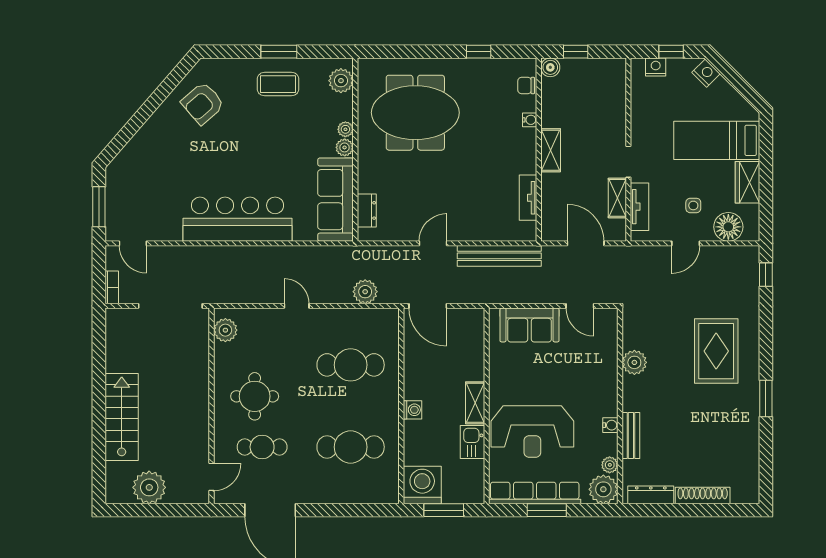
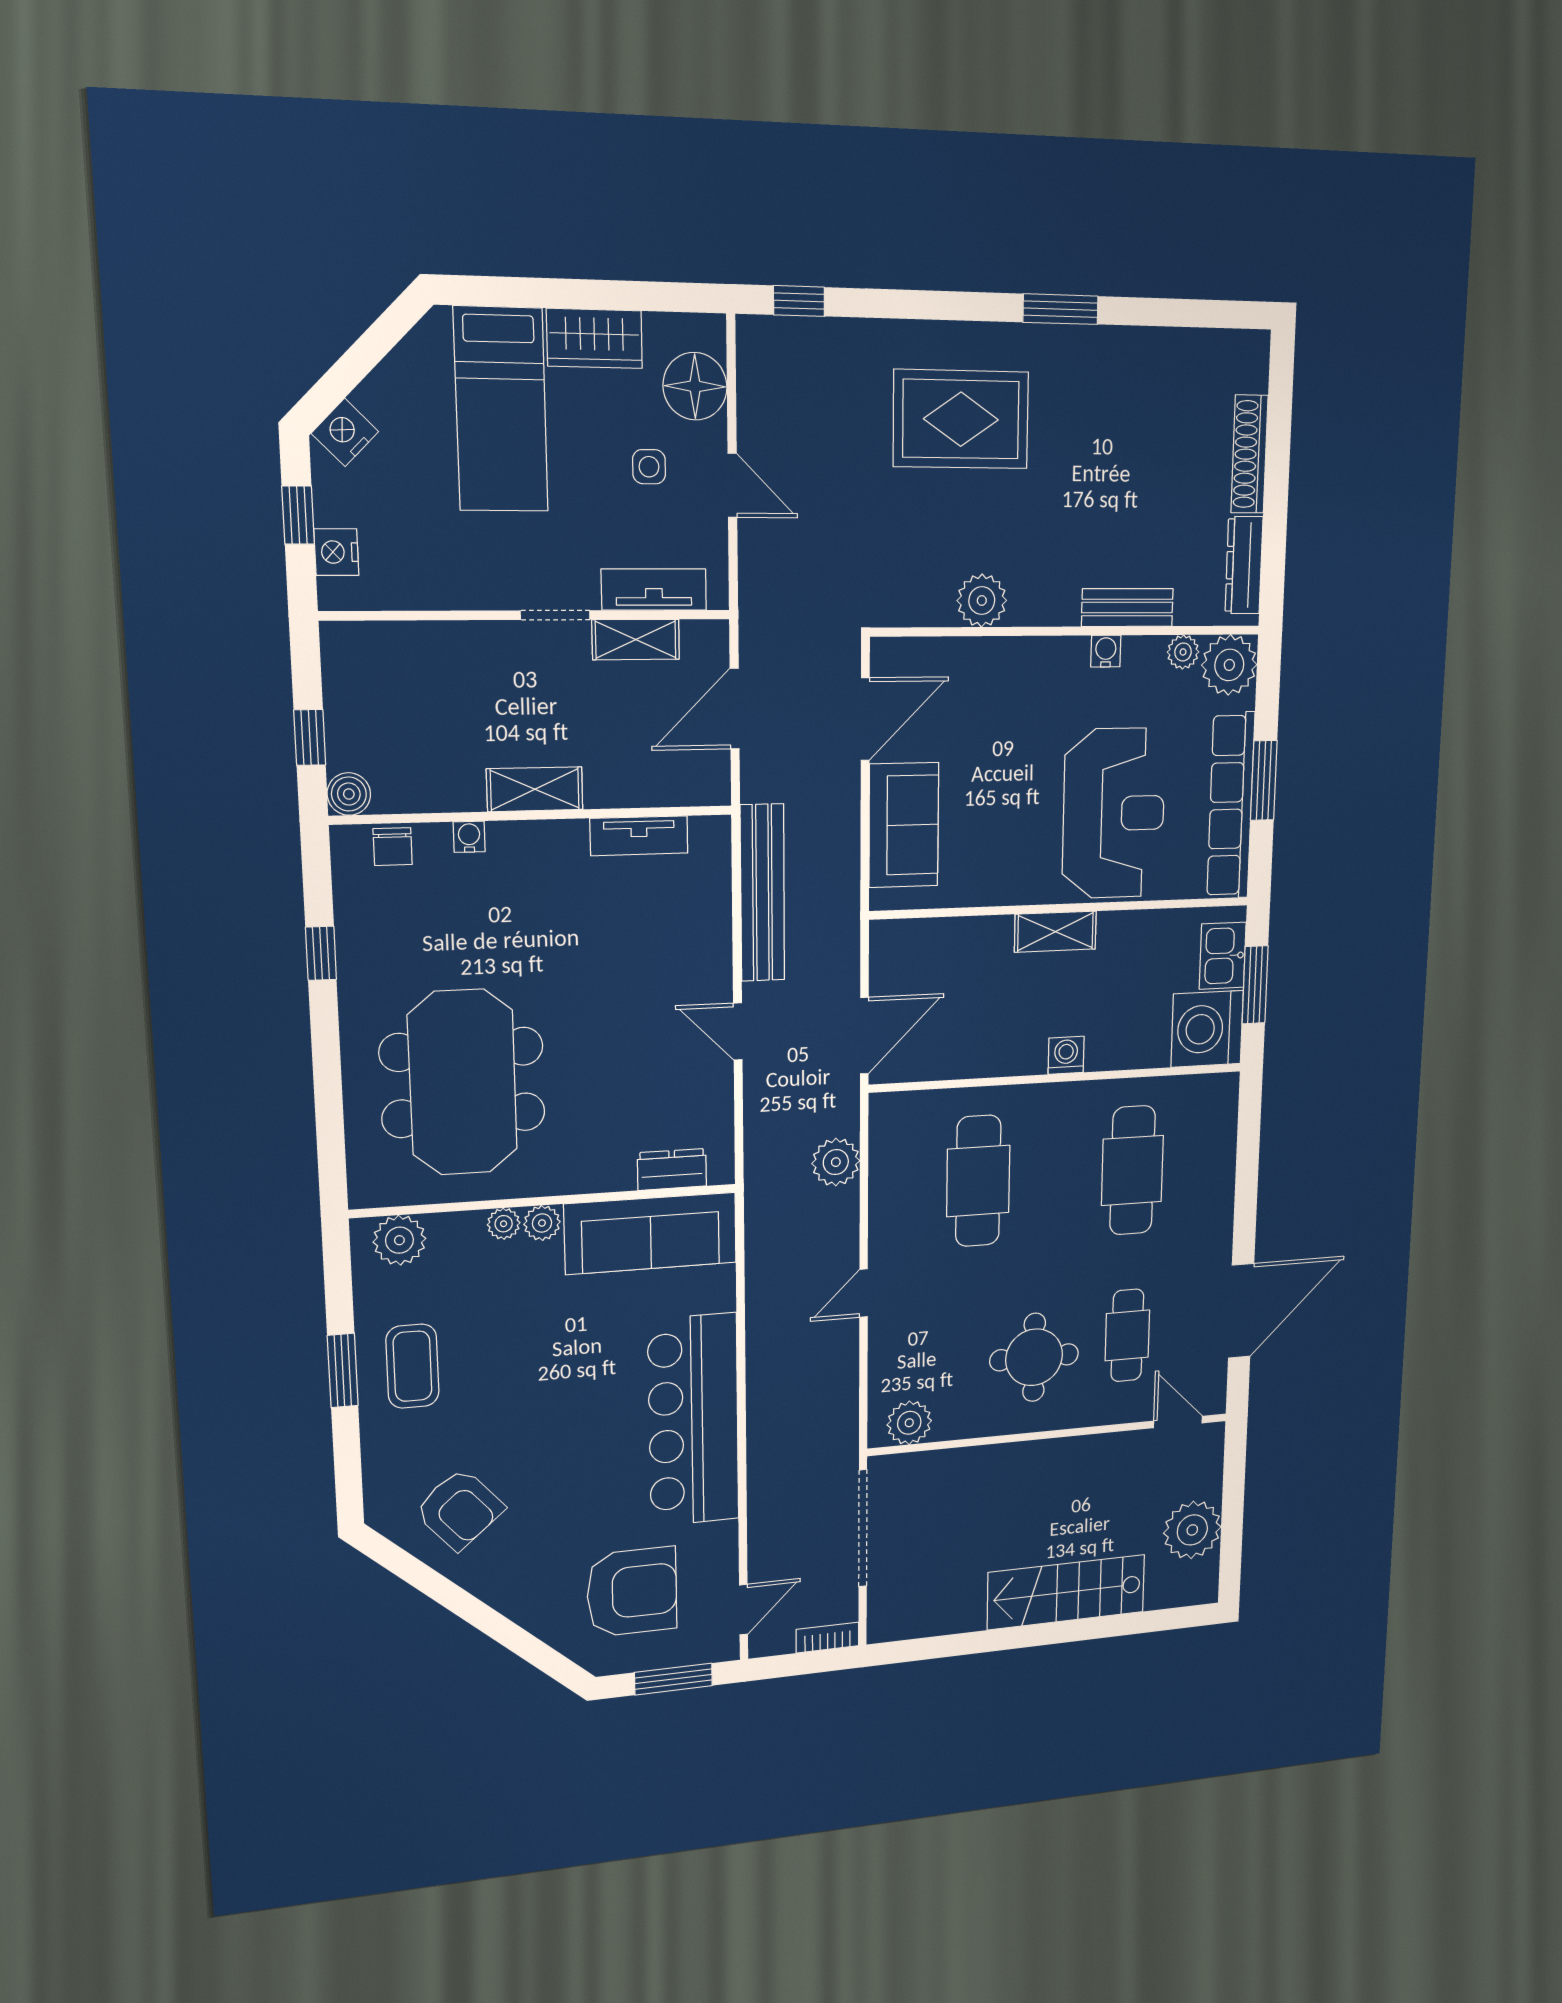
armchair: (149, 187) -> (632, 1592), added
door: (580, 306) -> (865, 719), width x1.38
kitchen sink: (472, 442) -> (1223, 956), moved, turned 90

